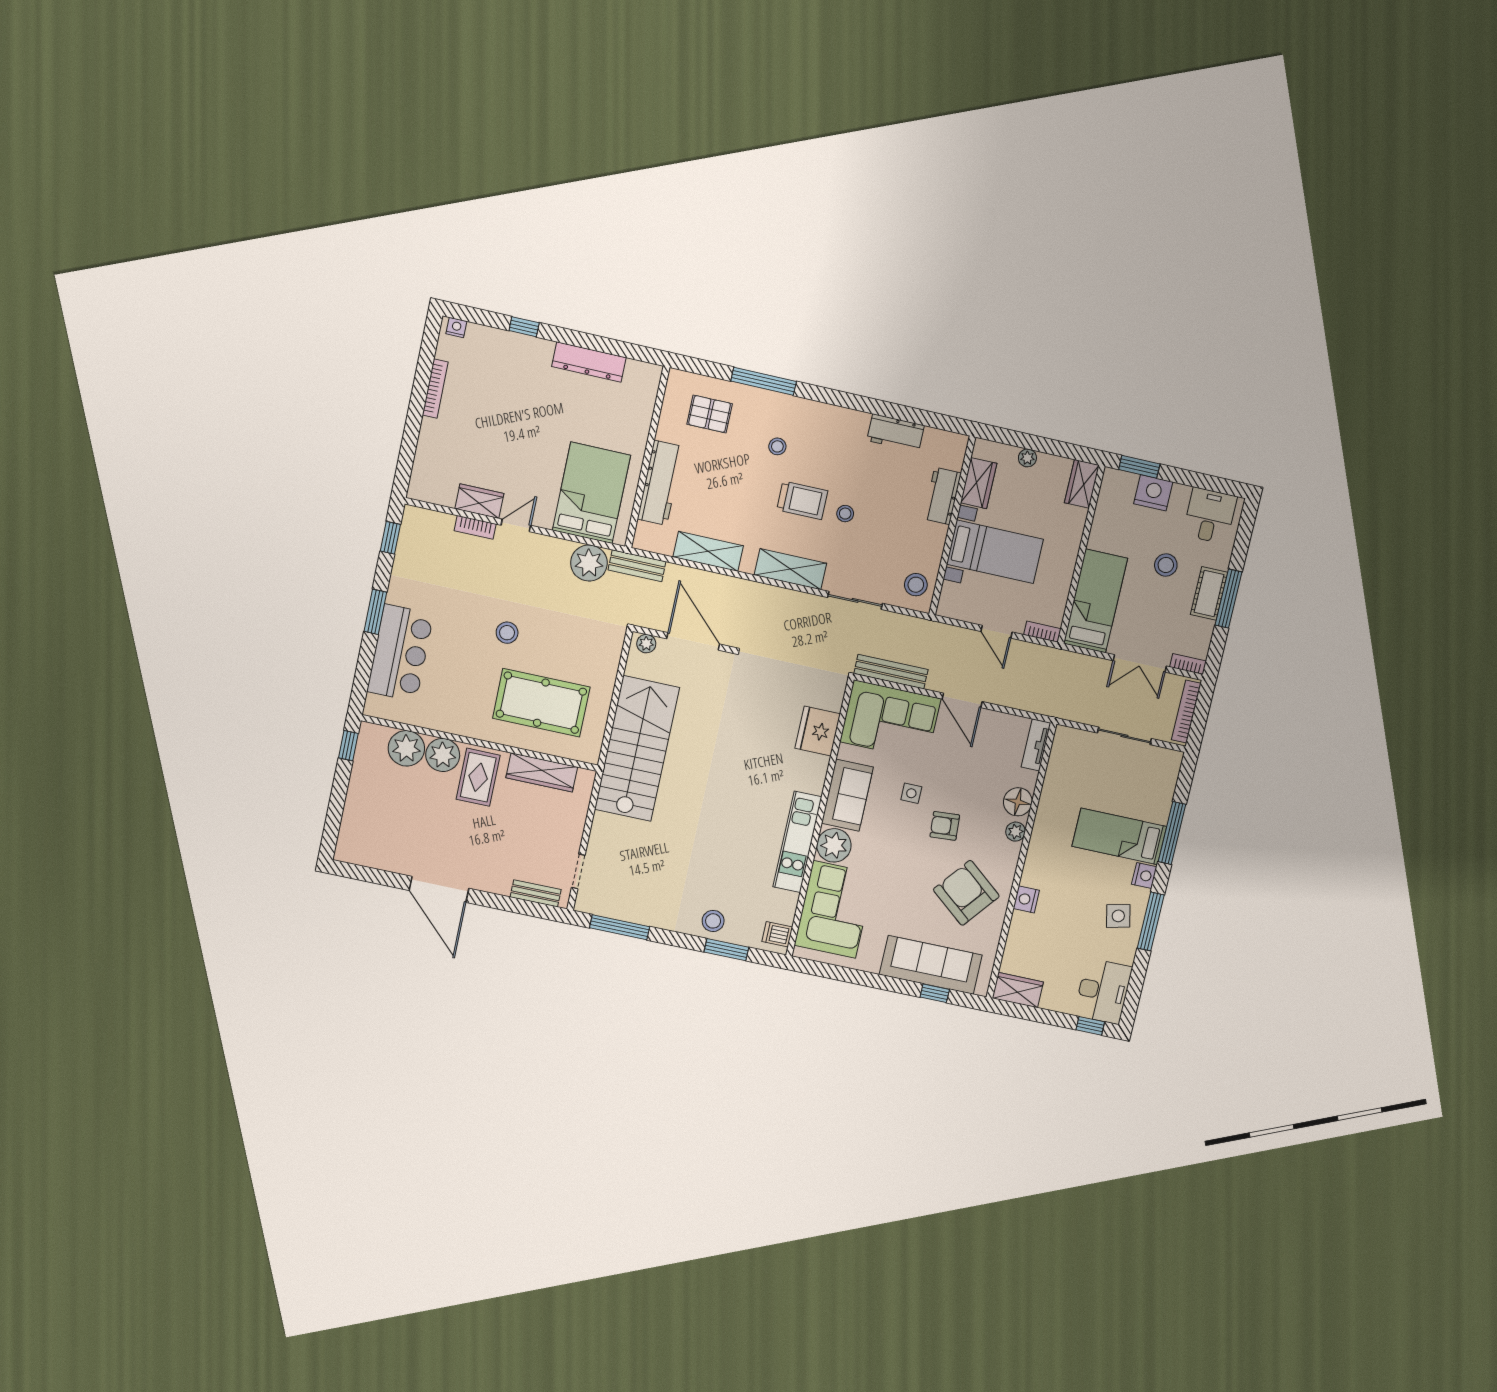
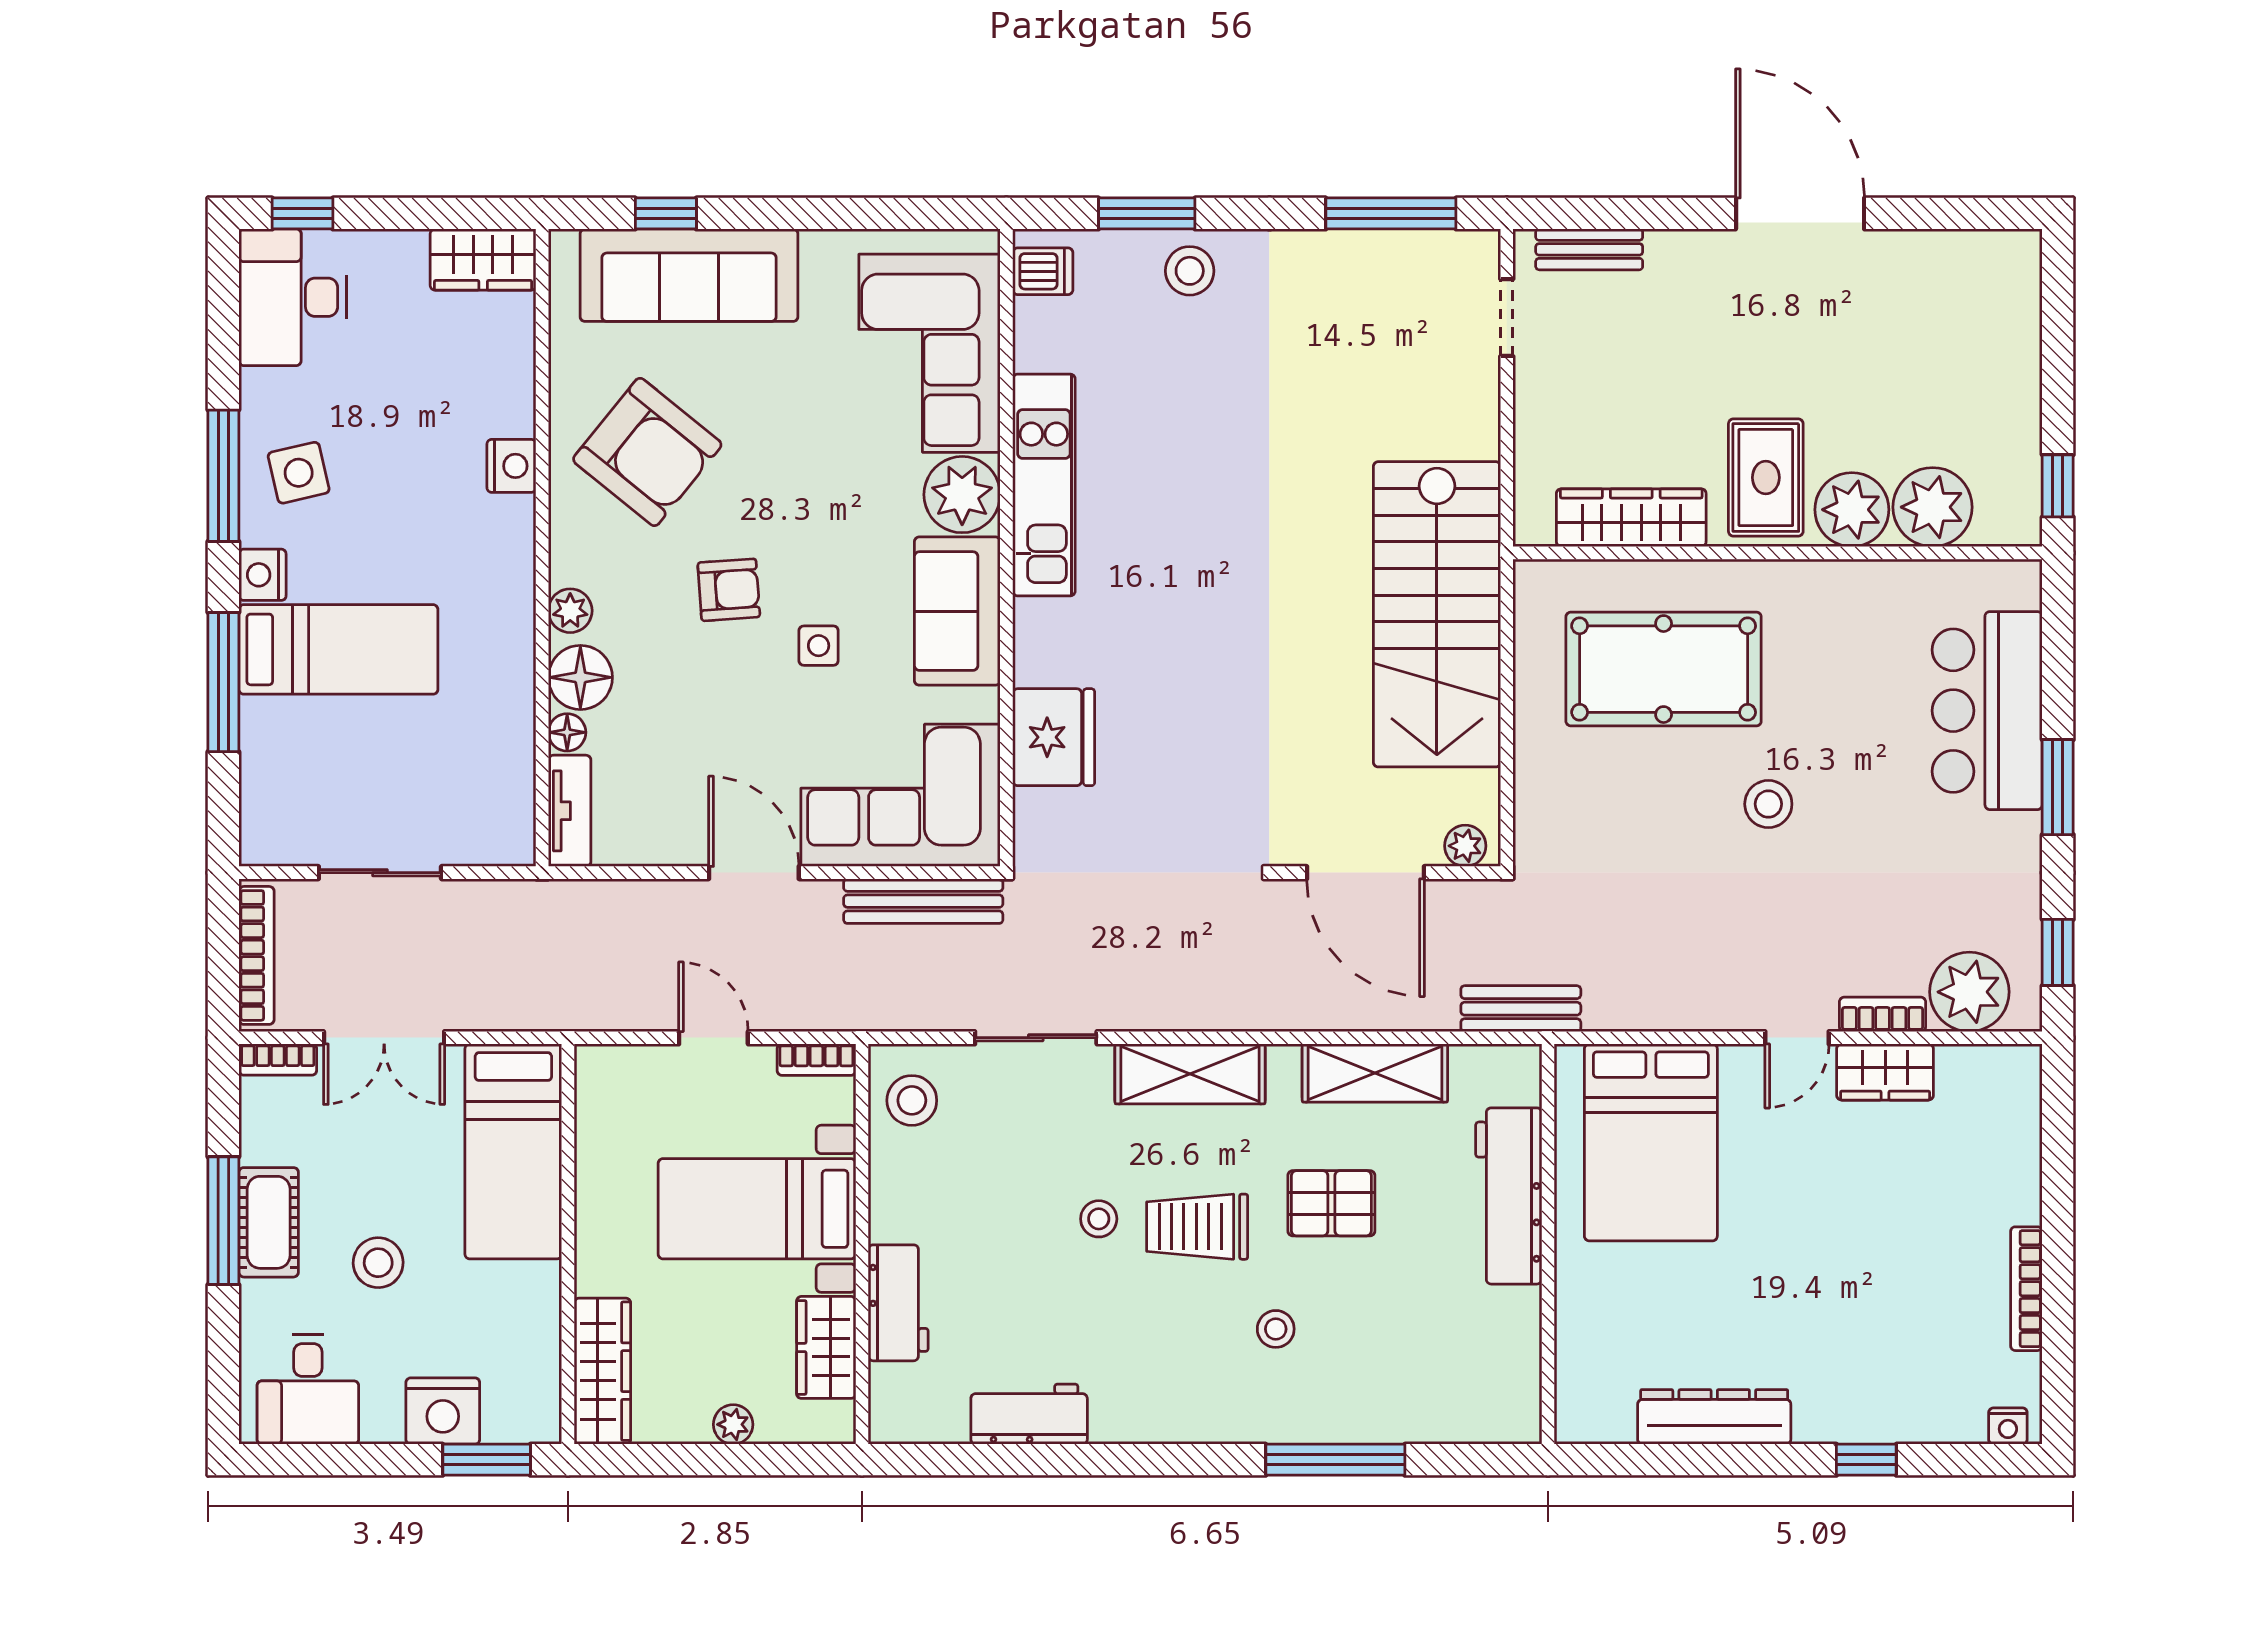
pallet: (710, 414) -> (1331, 1203), moved
wardrobe: (1082, 484) -> (602, 1371), width x1.50
plant: (589, 563) -> (1969, 992), moved
bookcase: (1042, 632) -> (816, 1060), moved
double door: (1140, 663) -> (384, 1038), swing flipped
floor lamp: (1029, 779) -> (567, 732), added

